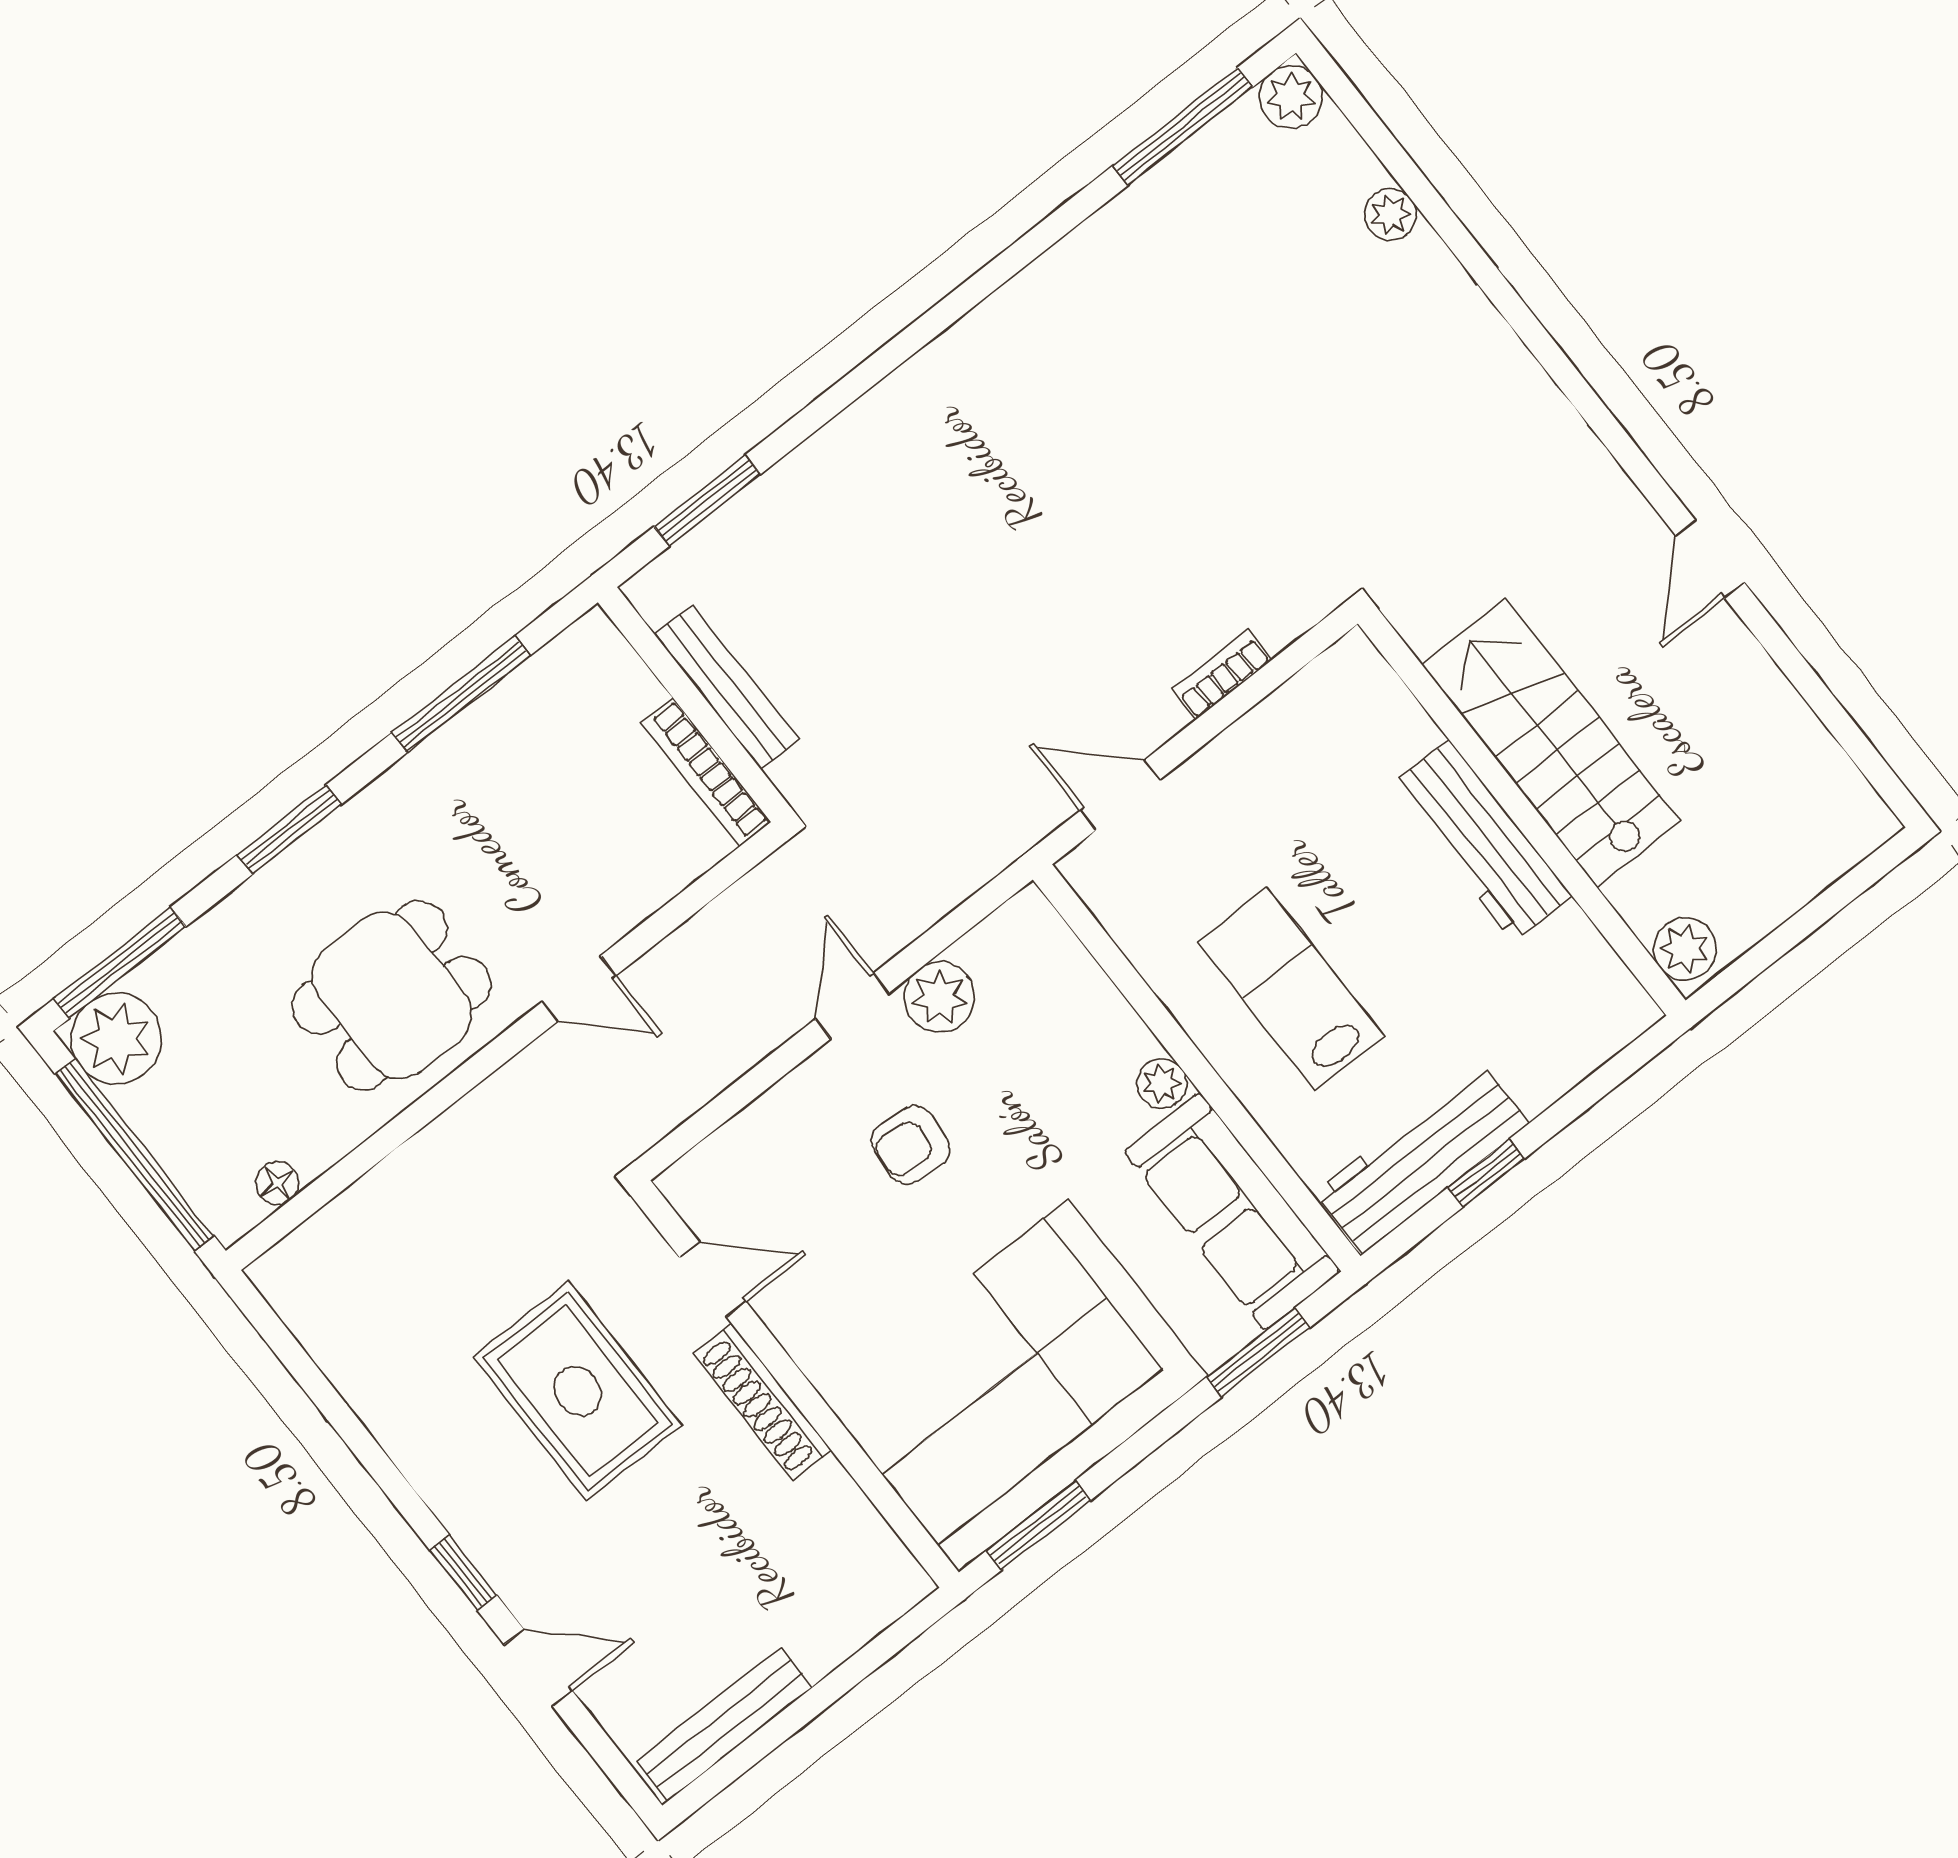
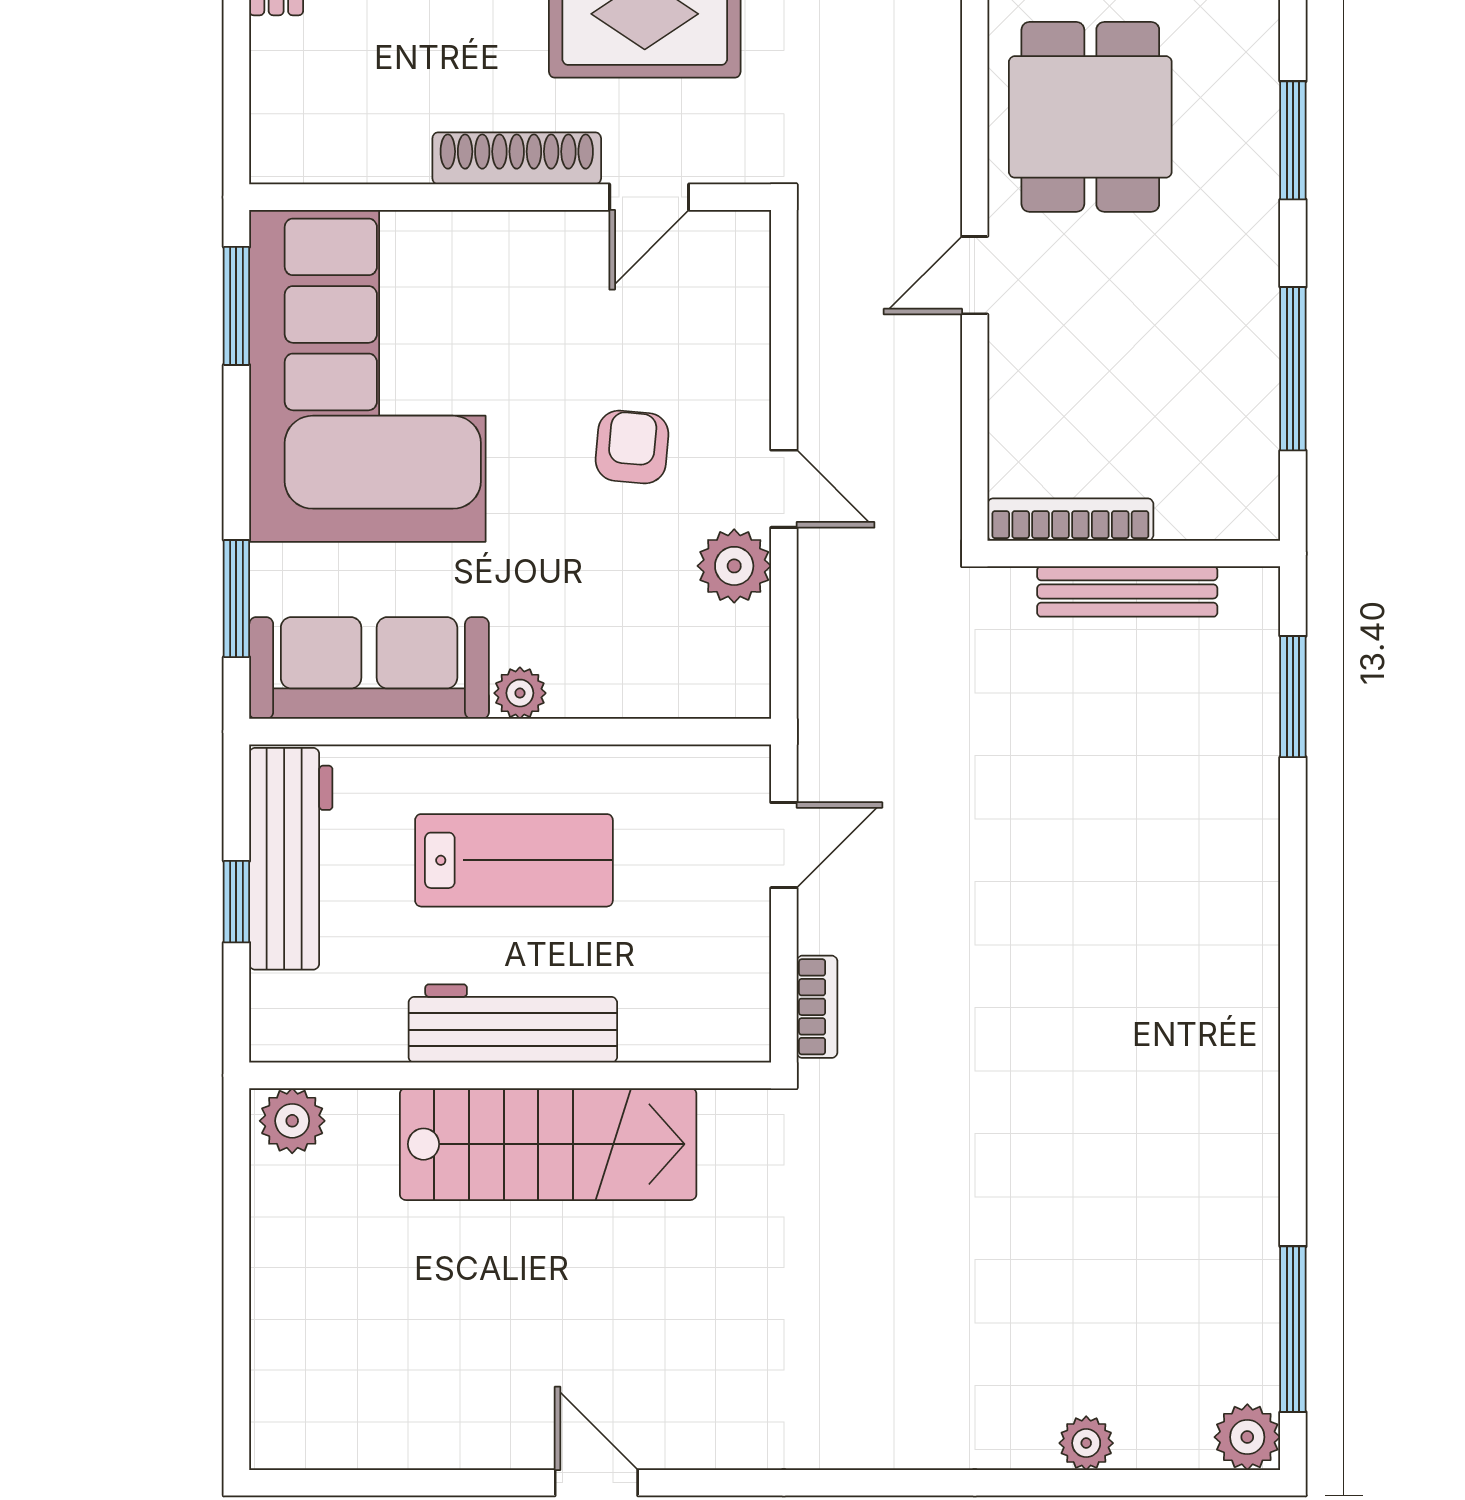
stairs: (1551, 743) -> (548, 1144), moved
wall: (1522, 812) -> (510, 1075), moved
workbench: (1481, 841) -> (513, 1023), moved
plant: (1685, 949) -> (292, 1121), moved

